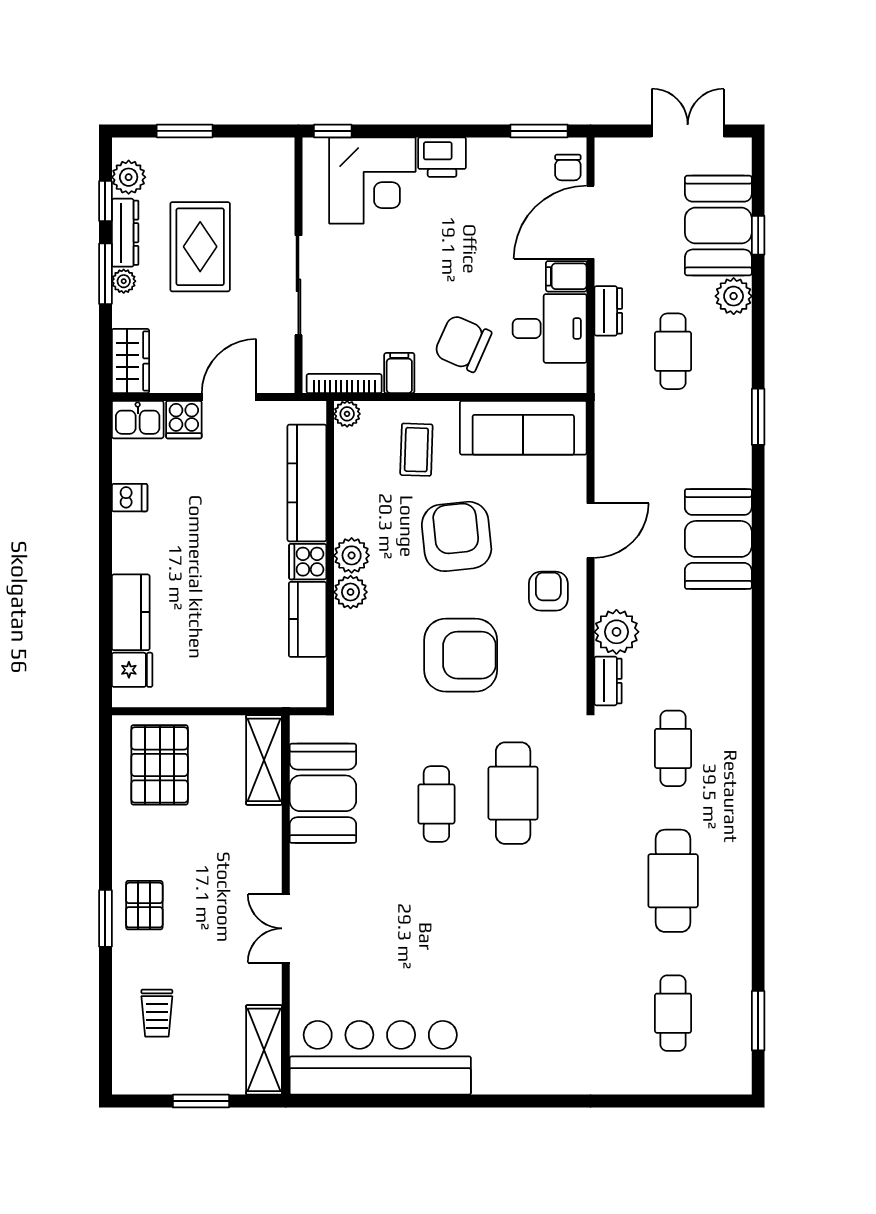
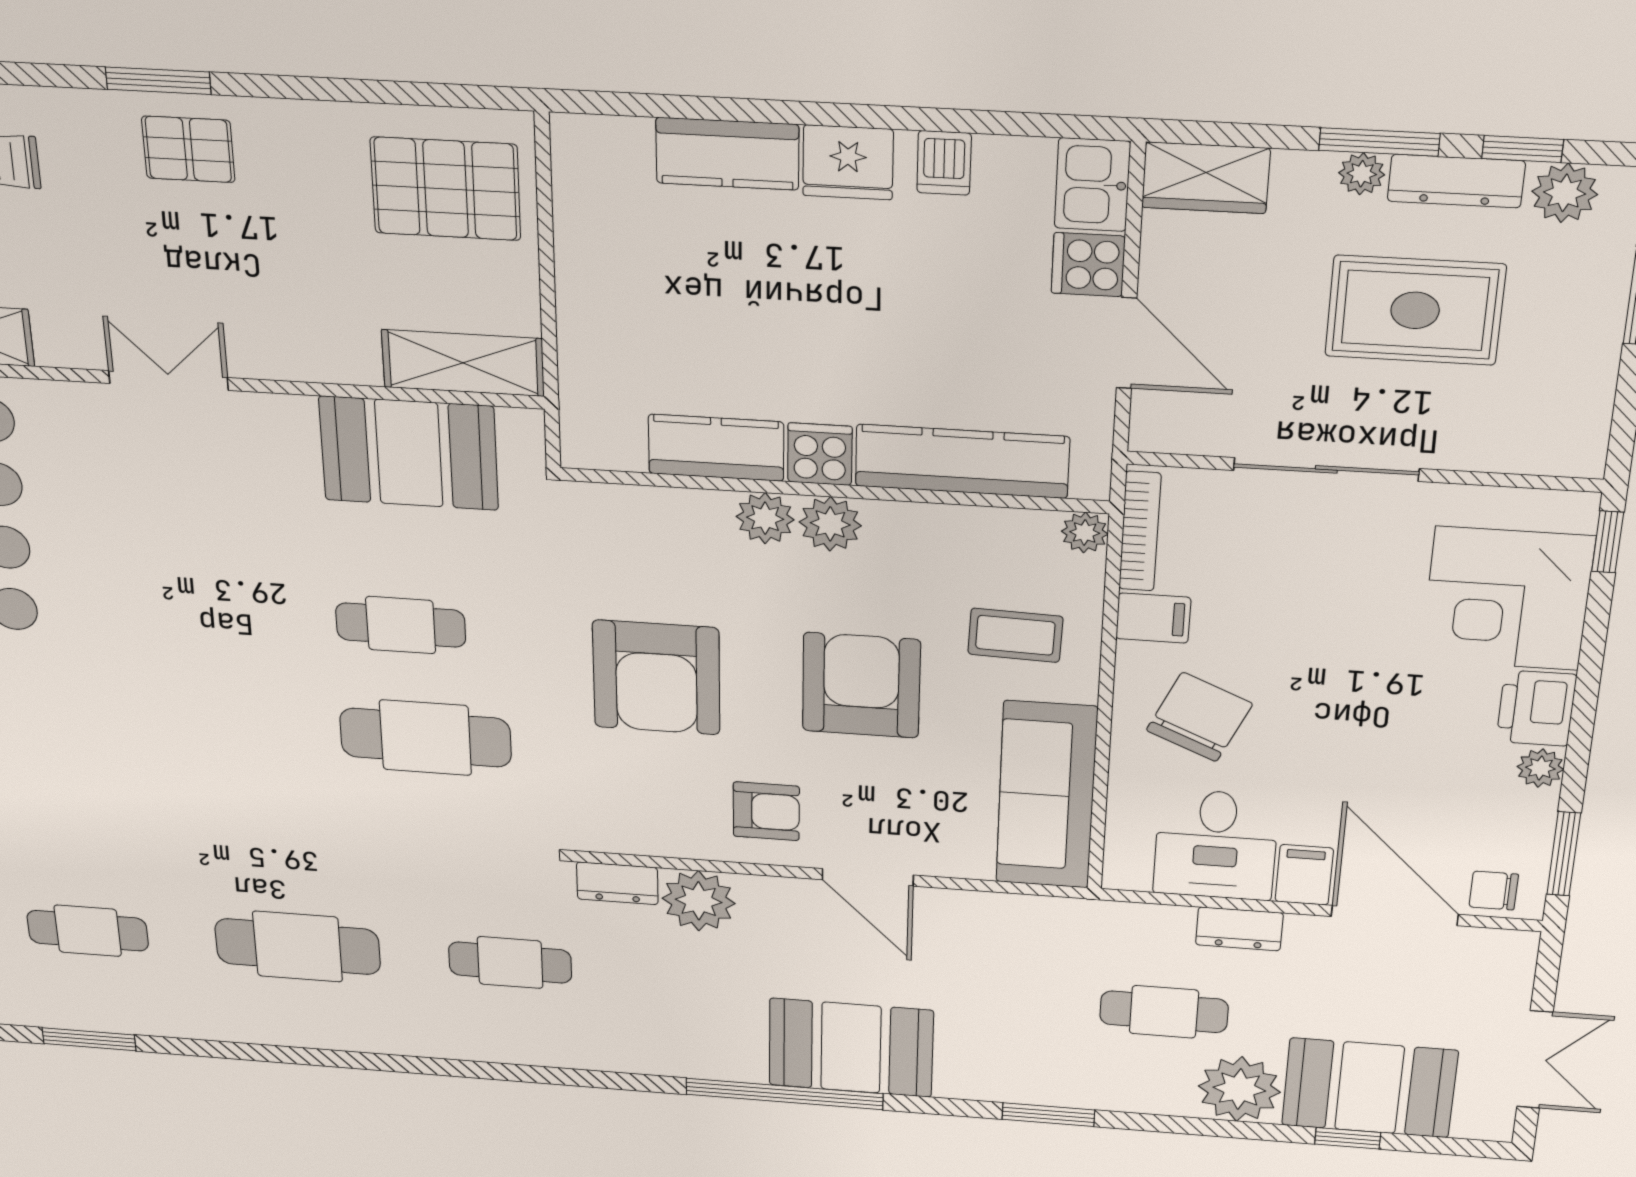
plant: (482, 150) -> (1540, 768), added
plant: (734, 296) -> (1239, 1089), width x1.36, depth x1.36
armchair: (457, 536) -> (861, 685), turned -84
window: (758, 580) -> (784, 1094), added
fridge: (132, 670) -> (848, 162), moved, width x1.38

